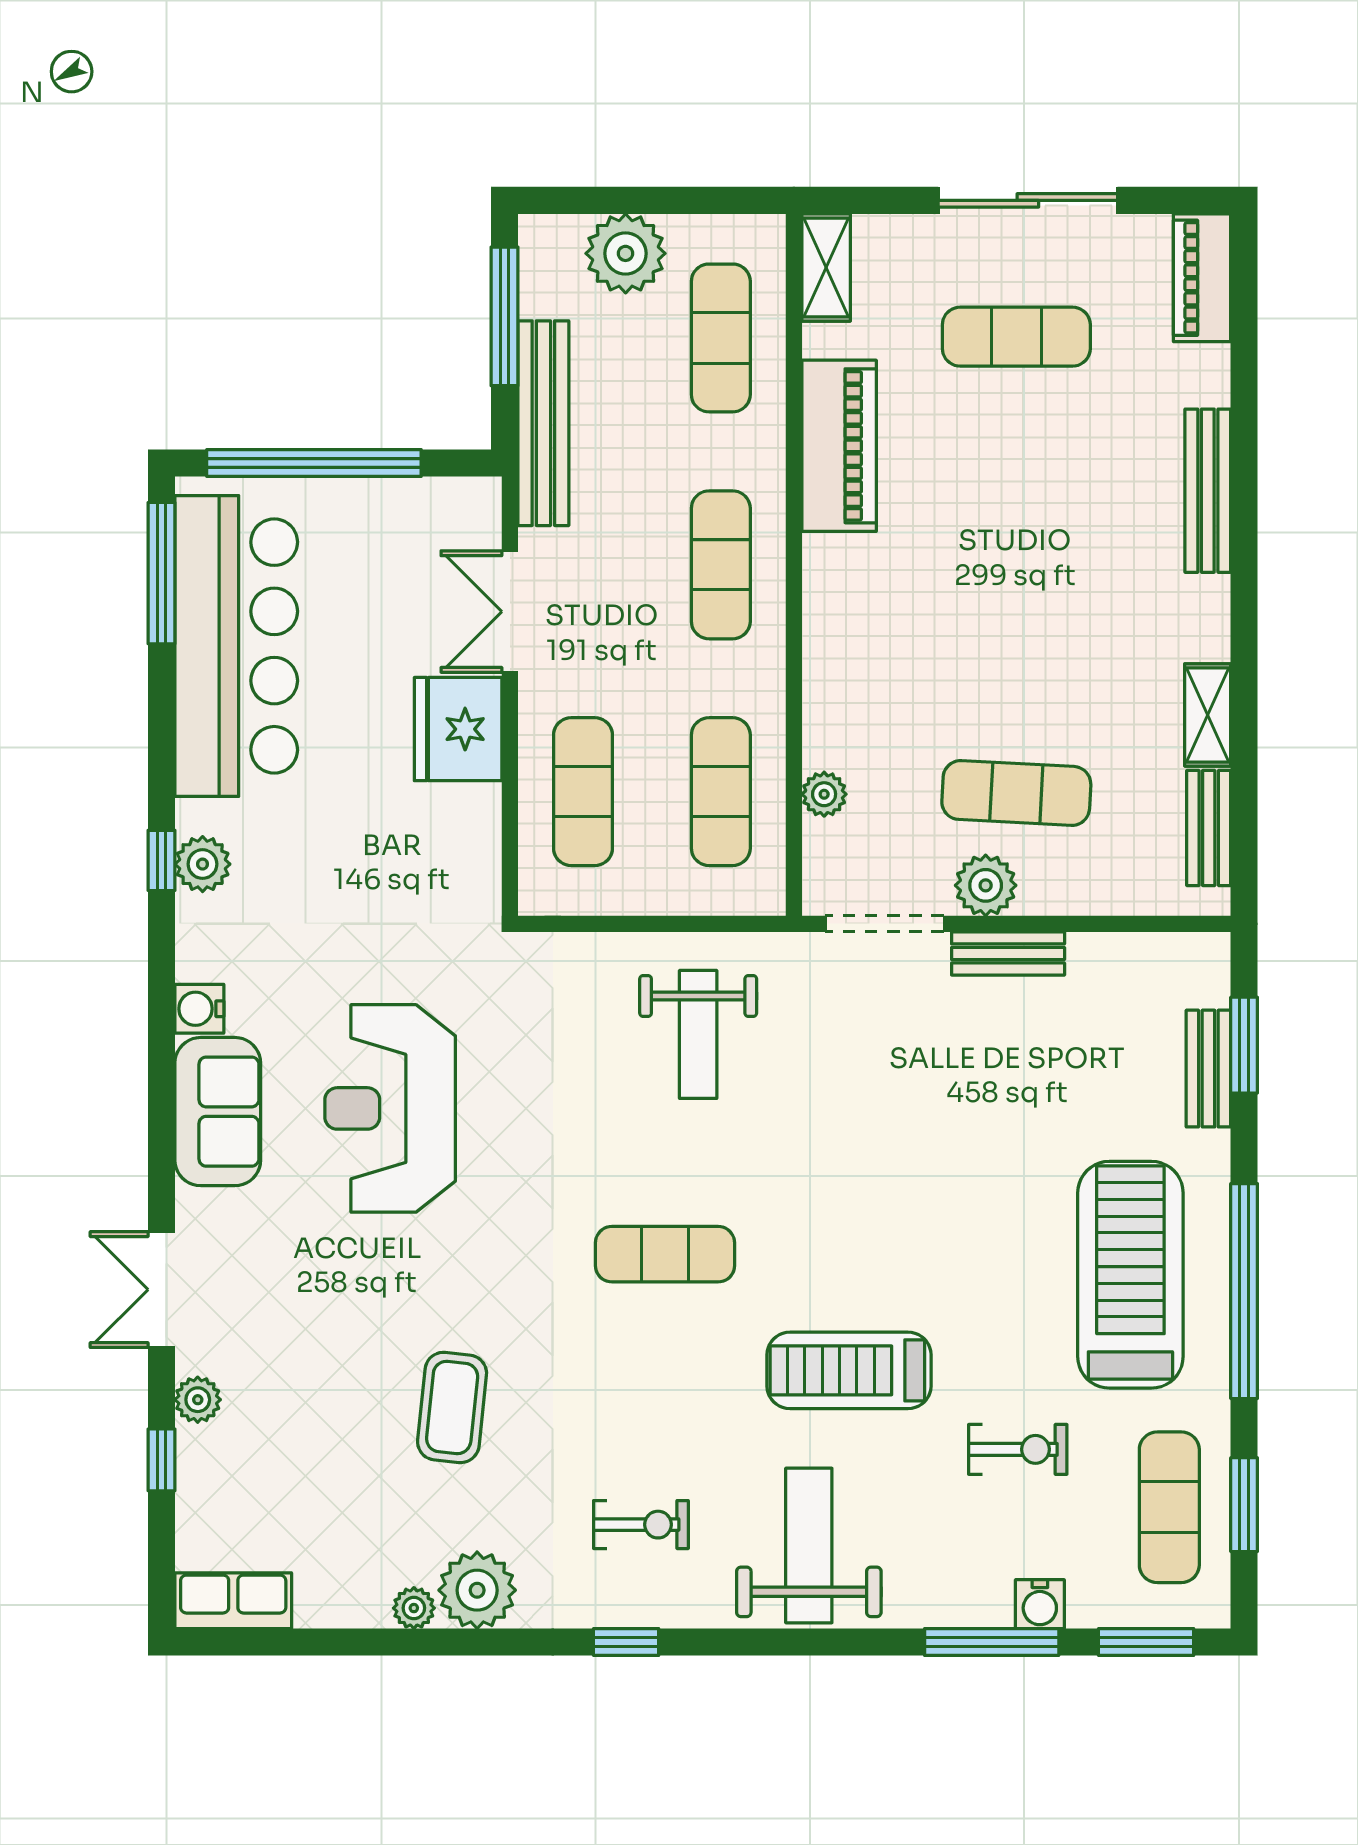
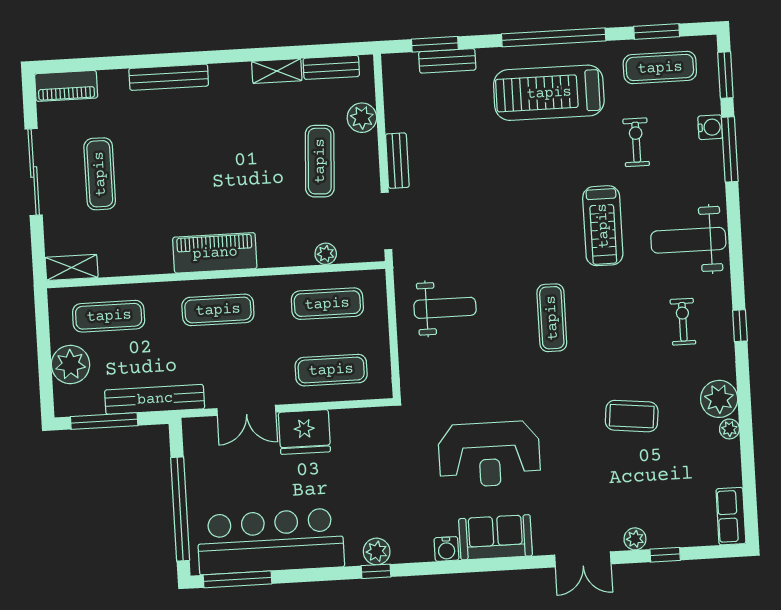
piano: (839, 446) -> (215, 253), moved
plant: (986, 885) -> (362, 118), moved

